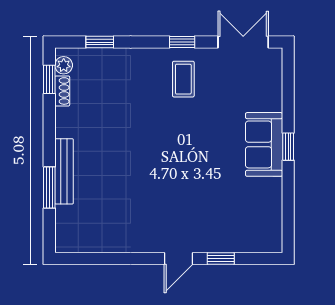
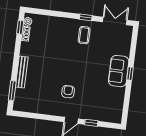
window: (100, 42) -> (46, 12), removed
window: (49, 188) -> (12, 91), moved
armchair: (165, 200) -> (68, 92), added

